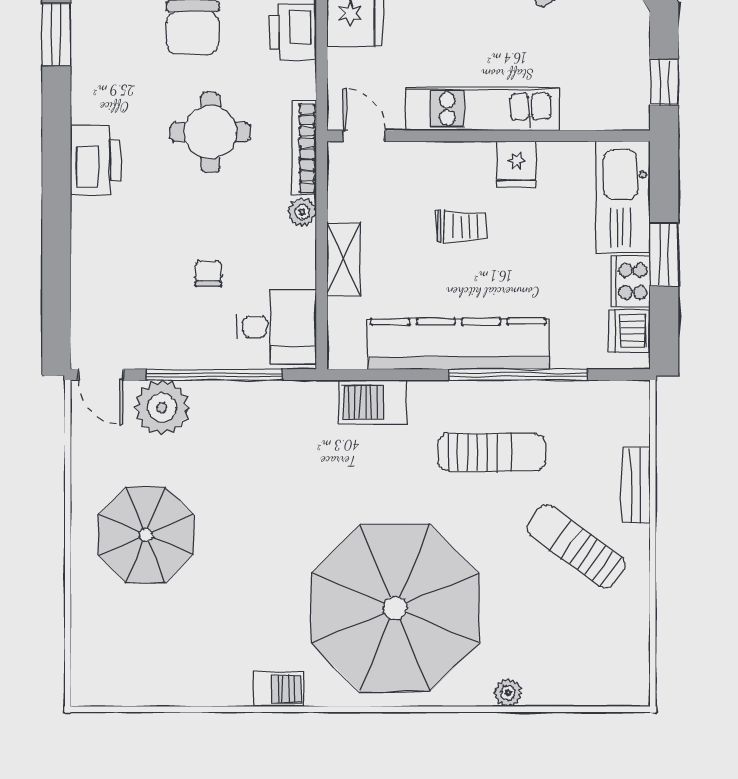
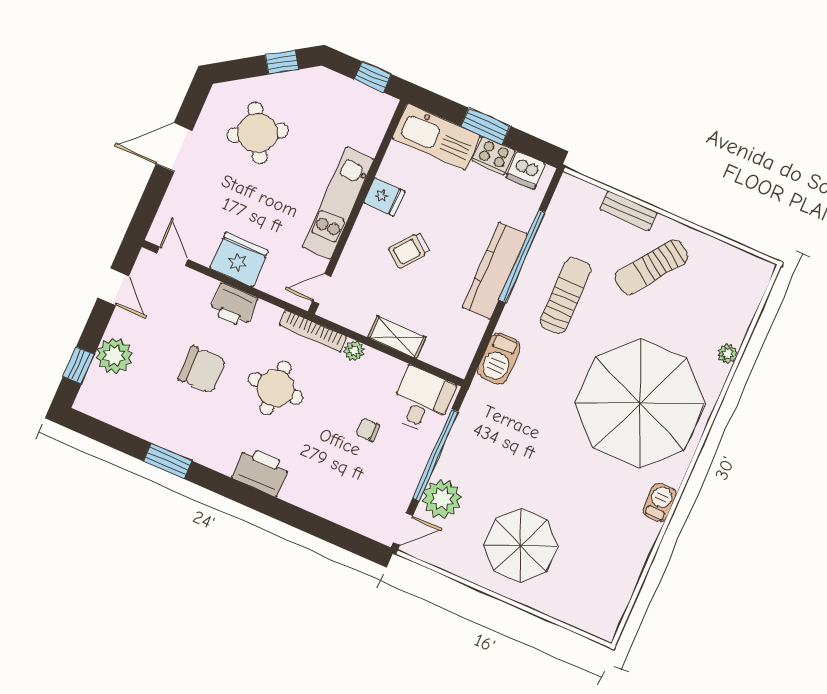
trolley: (462, 226) -> (409, 250), turned -142
kitchen counter: (458, 344) -> (495, 271), width x0.72, depth x0.86

